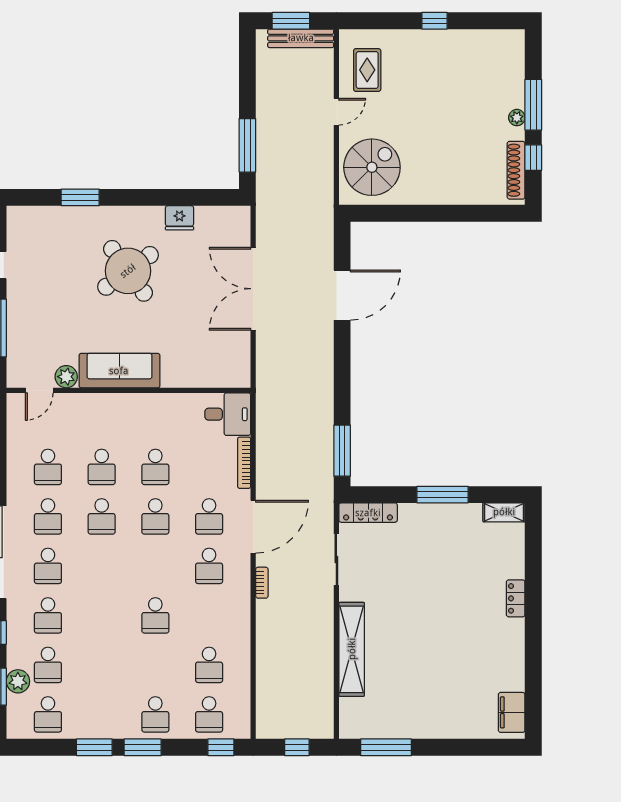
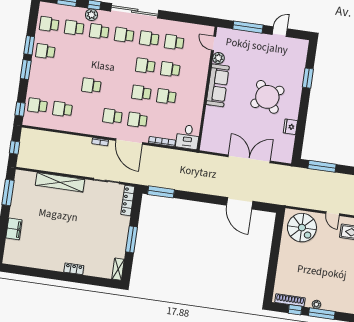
plant: (18, 681) -> (91, 15), moved
filing cabinet: (512, 712) -> (14, 229), moved, turned 90
school desk: (155, 714) -> (45, 51), moved

